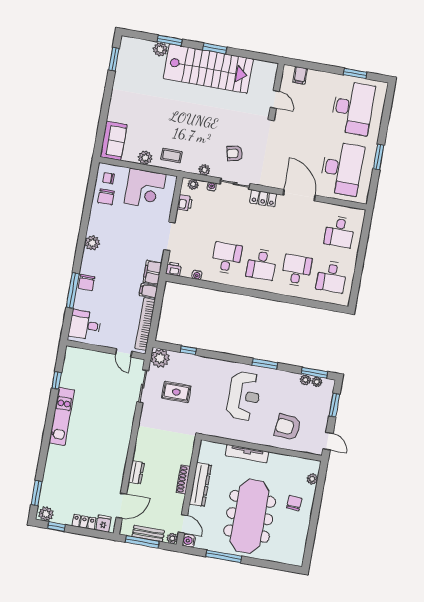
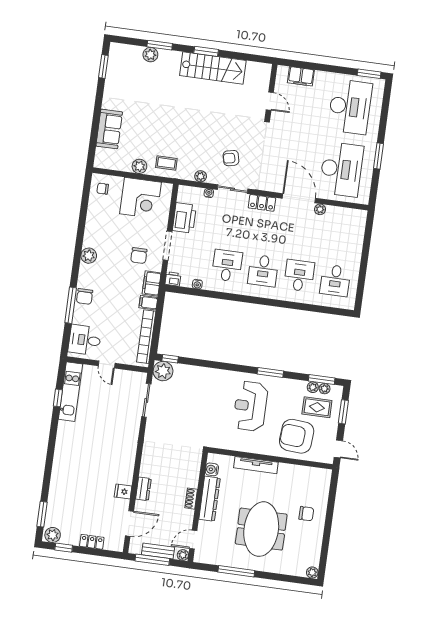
stairs: (208, 69) -> (213, 68), width x0.73, depth x0.66
window: (355, 73) -> (369, 74), moved
filing cabinet: (300, 75) -> (301, 76), width x2.00
sofa: (113, 141) -> (109, 129), moved
plant: (193, 184) -> (320, 209), moved
chair: (106, 197) -> (139, 256), moved
printer: (185, 203) -> (184, 218), width x1.87, depth x1.48
desk: (340, 232) -> (342, 234), removed
window: (188, 350) -> (170, 359), moved
door: (124, 353) -> (107, 364), moved
rug: (176, 392) -> (317, 407), moved
reception desk: (244, 396) -> (250, 406), turned 180
kitchen unit: (62, 416) -> (71, 392), moved
armchair: (288, 427) -> (297, 436), width x1.36, depth x1.36
plant: (312, 479) -> (312, 572), moved
shoe rack: (183, 480) -> (191, 499), width x0.70
chair: (294, 503) -> (306, 514), turned 86
meeting table: (250, 516) -> (261, 529), width x0.73
fridge: (103, 524) -> (123, 491), moved, turned -90
door: (183, 524) -> (193, 540), swing flipped
water cooler: (189, 541) -> (212, 469), moved

